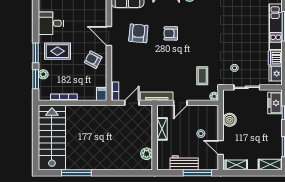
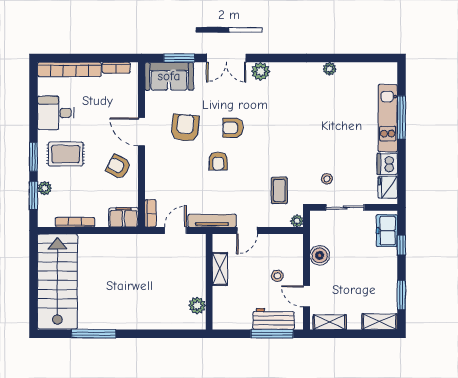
armchair: (161, 56) -> (218, 161), added
filing cabinet: (102, 94) -> (124, 217), width x2.00
workbench: (184, 163) -> (274, 319), moved

